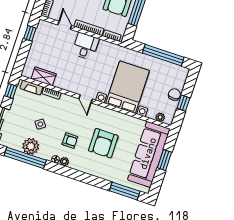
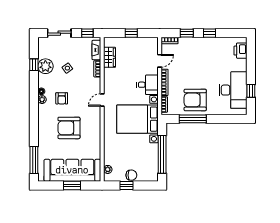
window: (30, 33) -> (131, 33), moved
bed with nightstands: (127, 87) -> (137, 119), moved, turned 180
window: (25, 158) -> (34, 65), width x0.32

